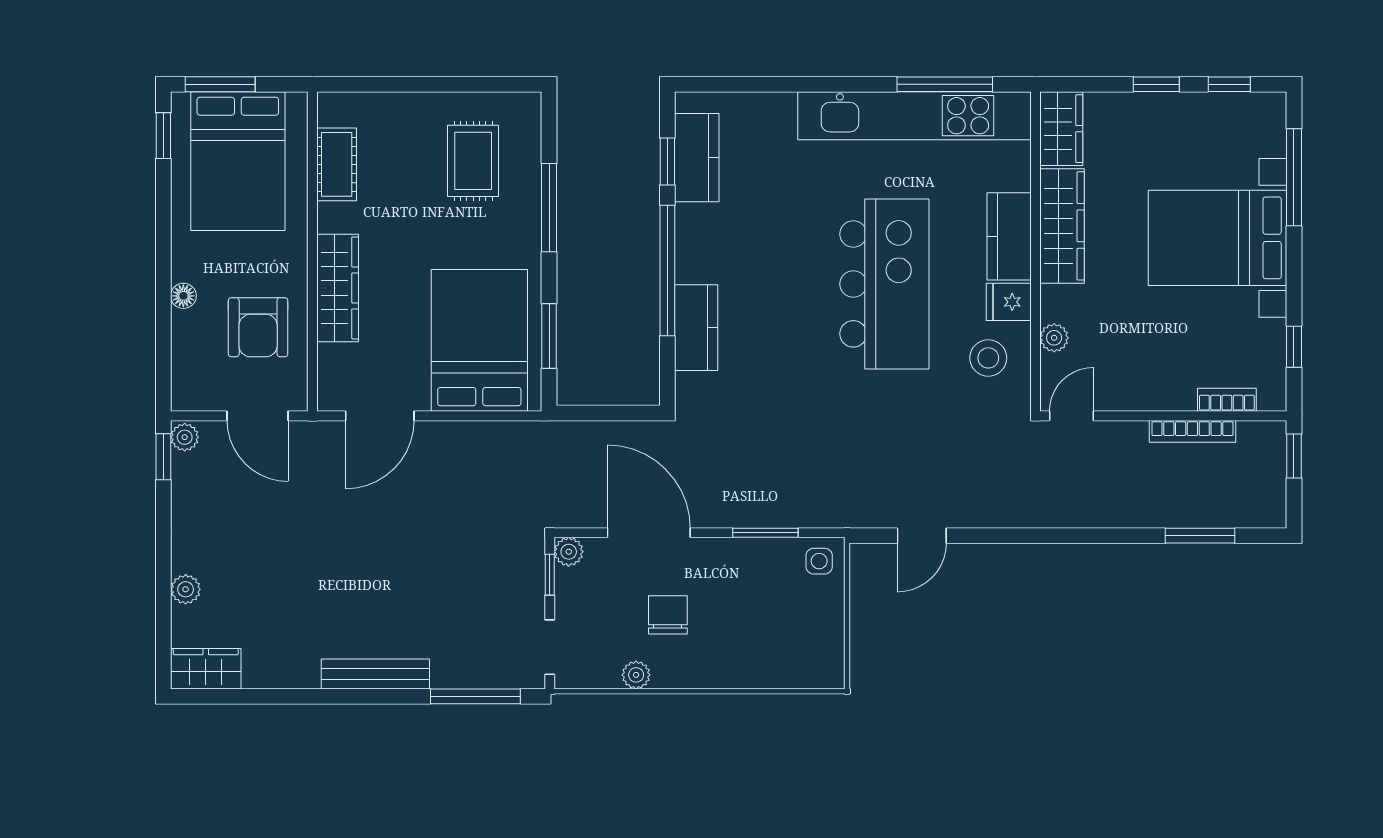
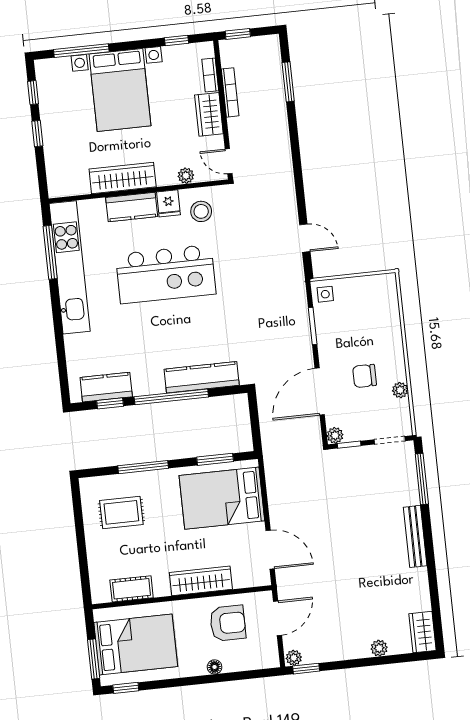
wardrobe: (1061, 129) -> (209, 114), moved, turned -90
kitchen island: (884, 284) -> (166, 274), turned 180
kitchen counter: (696, 328) -> (202, 377), width x1.50

